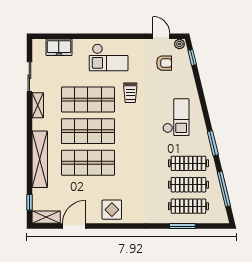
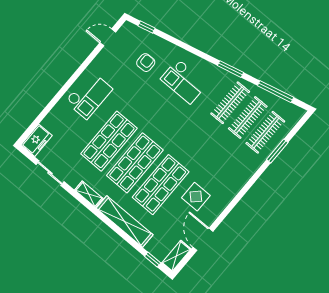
plant: (179, 44) -> (127, 28), removed
freezer: (59, 47) -> (37, 140), moved
armchair: (164, 63) -> (146, 63), moved
trolley: (130, 93) -> (133, 102), removed
shelving: (38, 105) -> (89, 194), moved
checkout: (176, 117) -> (184, 81), turned 180
display table: (112, 210) -> (196, 197), moved

